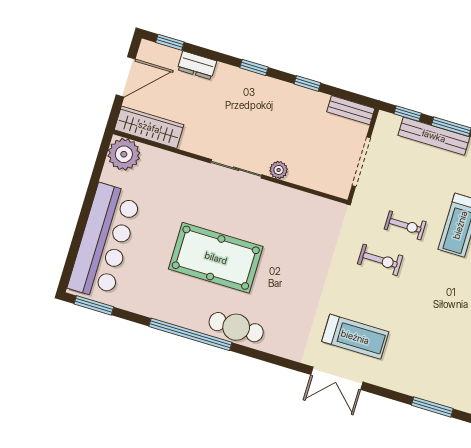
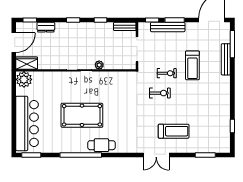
wardrobe: (149, 127) -> (27, 63), width x0.67
treadmill: (355, 337) -> (174, 131), moved

